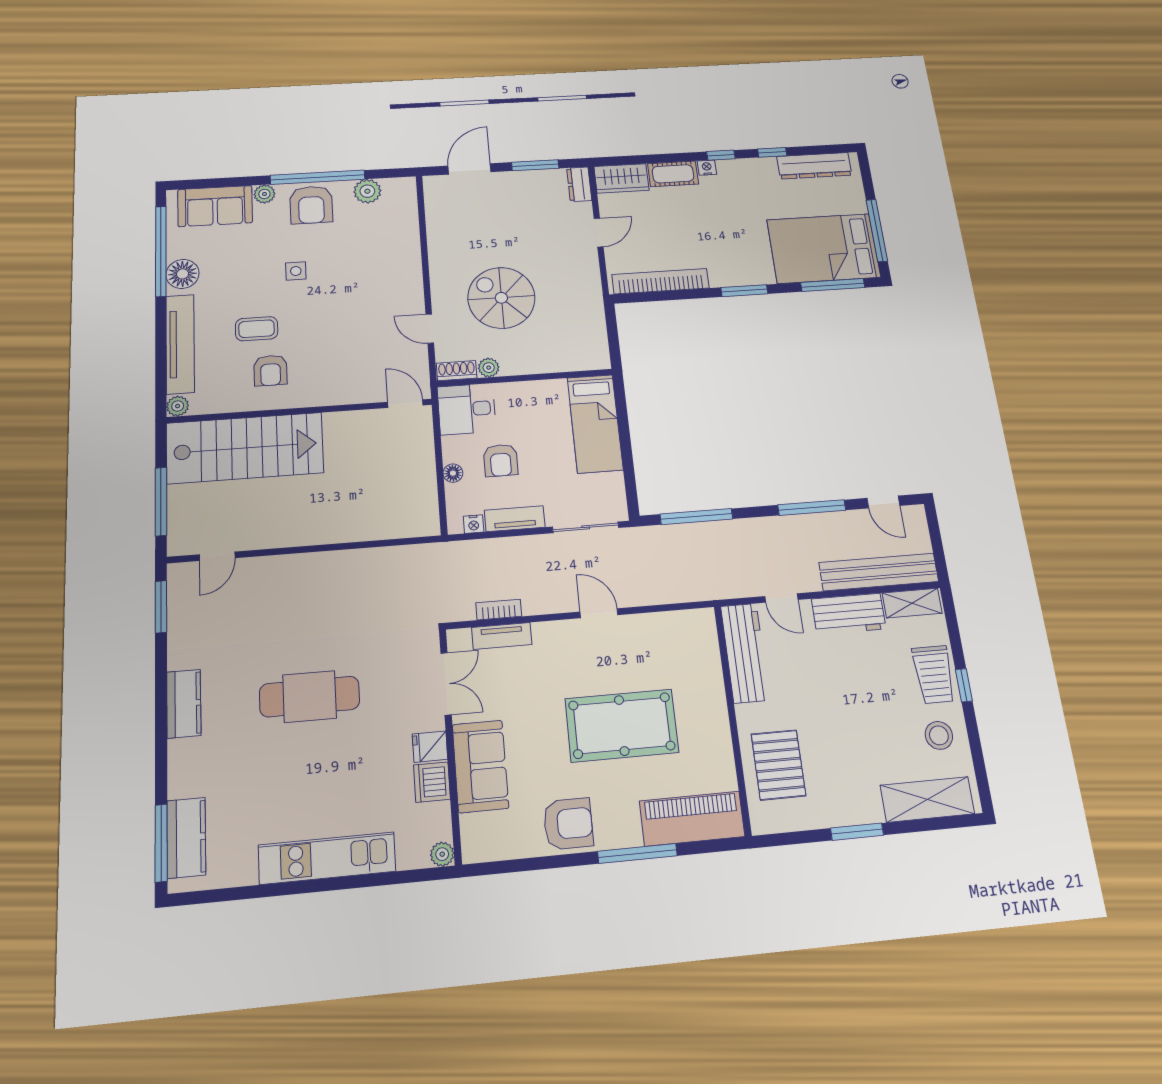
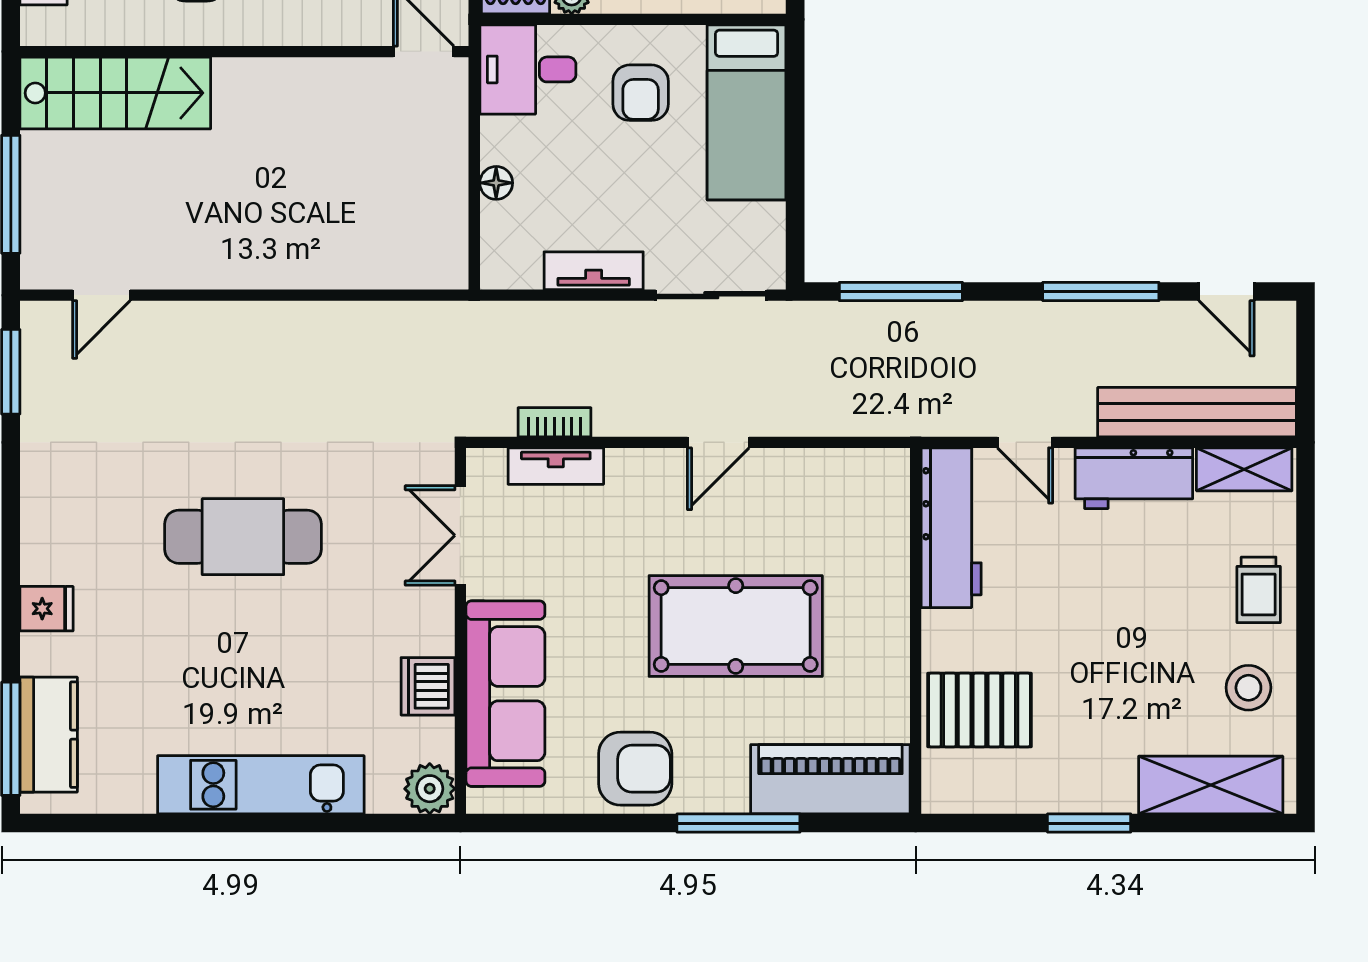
plant: (178, 406) -> (39, 27), removed
stairs: (245, 448) -> (115, 93), width x0.73, depth x0.66
armchair: (501, 460) -> (641, 93), moved
nightstand: (474, 524) -> (524, 275), removed
door: (599, 613) -> (718, 442), swing flipped
trolley: (934, 674) -> (1259, 590), width x0.73, depth x0.72
double door: (446, 684) -> (460, 535), swing flipped
window: (964, 685) -> (1306, 612), removed
kitchen counter: (184, 704) -> (46, 531), removed
fridge: (430, 747) -> (46, 609), moved, turned 180
pallet: (778, 765) -> (979, 710), turned 90
sofa: (480, 766) -> (505, 694), width x1.36
plant: (442, 854) -> (430, 789), width x1.38, depth x1.38

